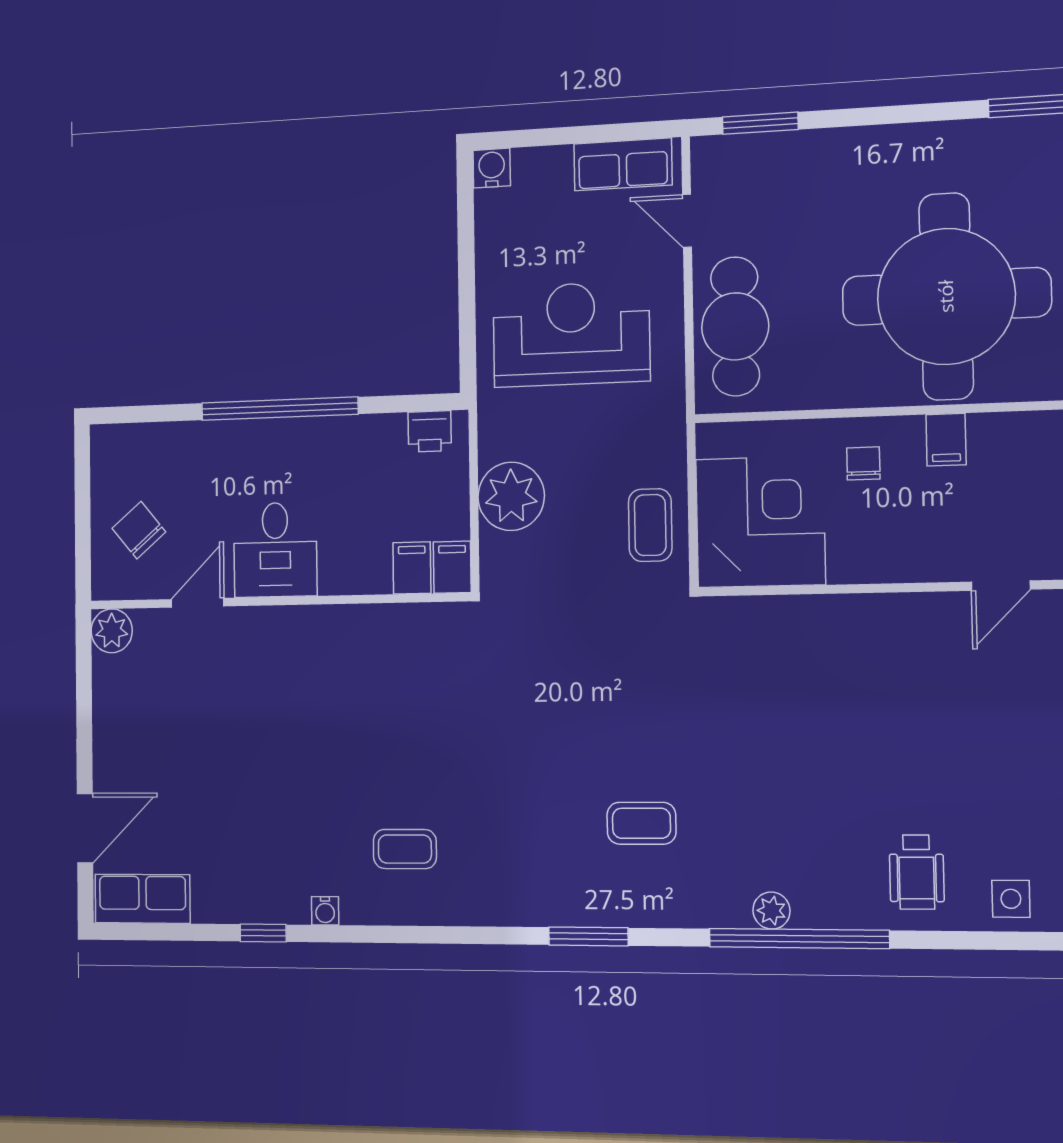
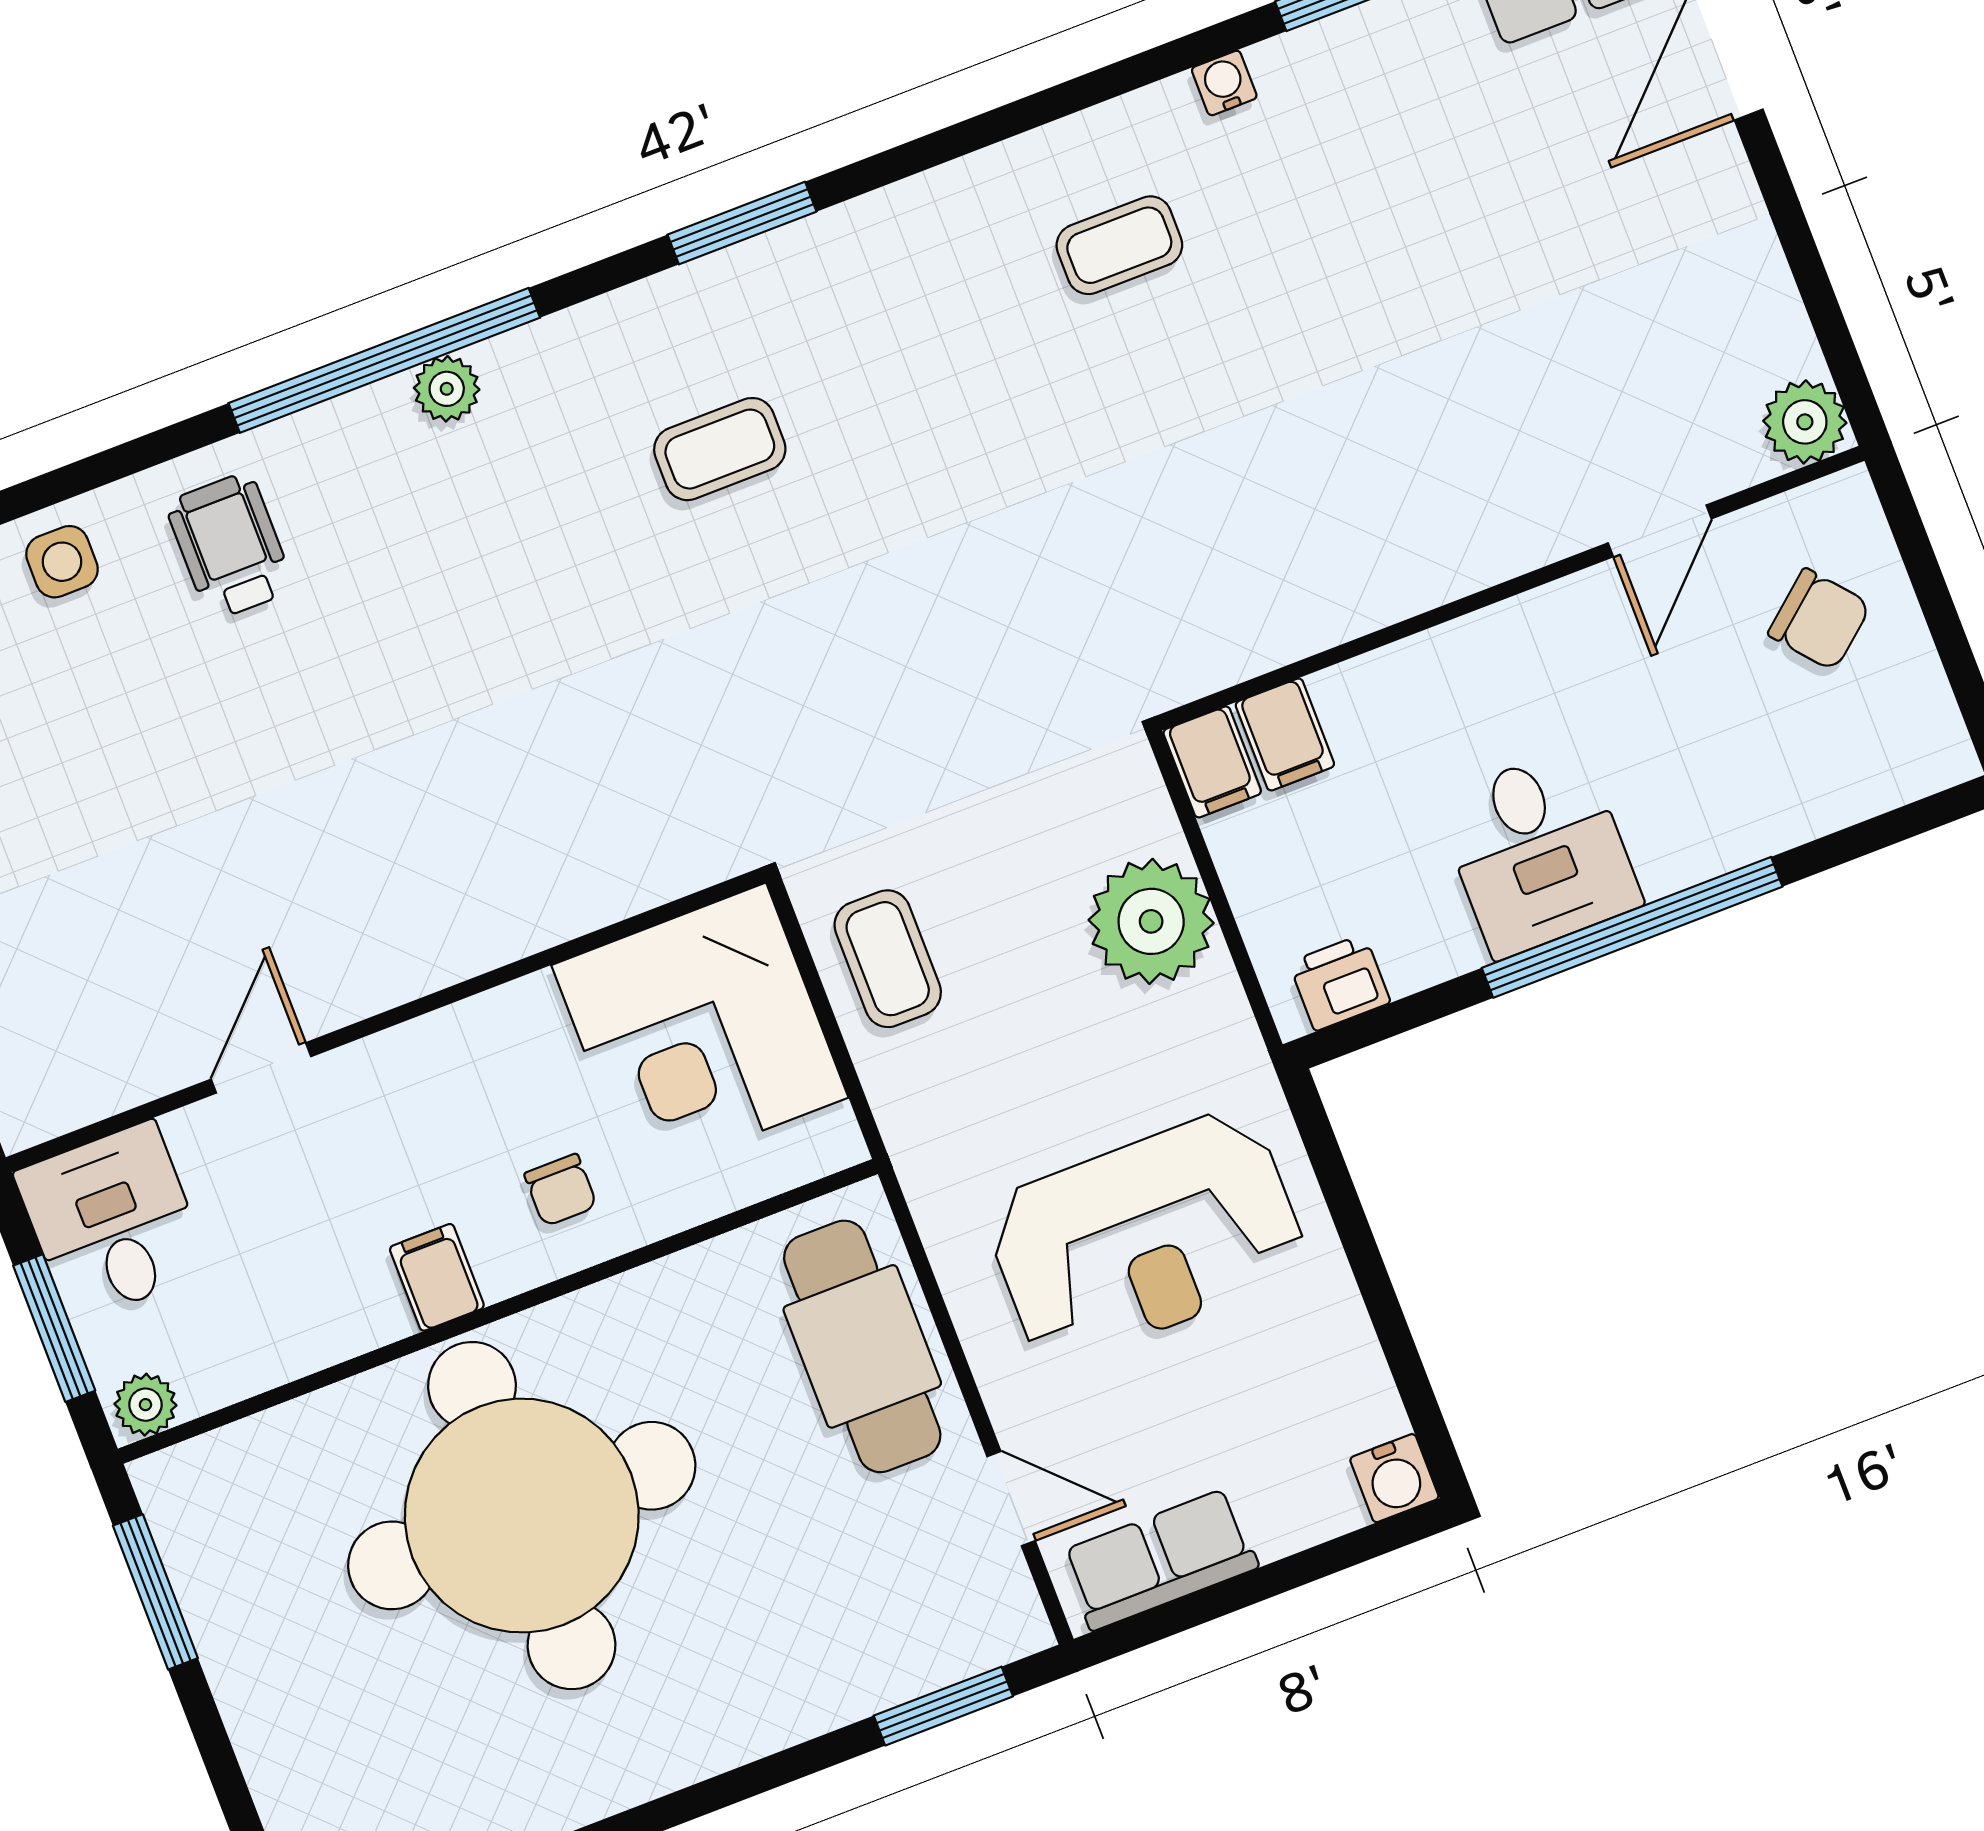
desk: (275, 550) -> (1539, 852), moved, turned 180

